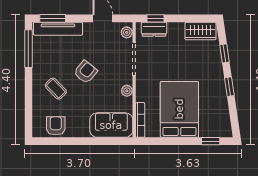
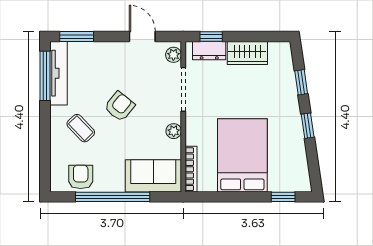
tv unit: (58, 29) -> (58, 73), moved, turned -90
wardrobe: (201, 31) -> (247, 53), moved
window: (80, 141) -> (113, 197), added

